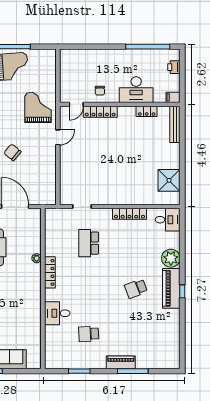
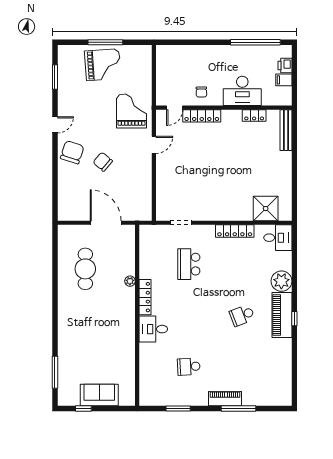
filing cabinet: (173, 97) -> (284, 80), moved
shower: (169, 180) -> (266, 209), moved
desk: (57, 313) -> (153, 329), moved

